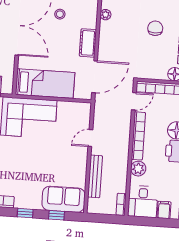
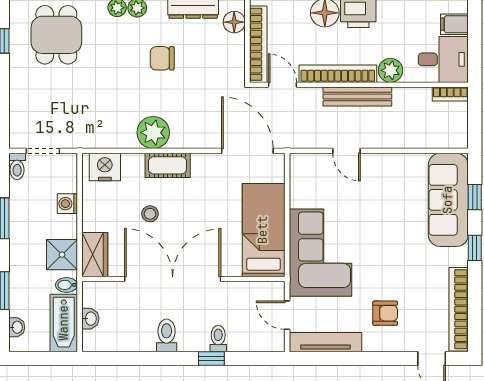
plant: (105, 15) -> (153, 133), width x1.87, depth x1.87
cot: (88, 43) -> (168, 165), moved
bench: (95, 176) -> (357, 97), moved
sofa: (64, 199) -> (448, 200), width x1.36

